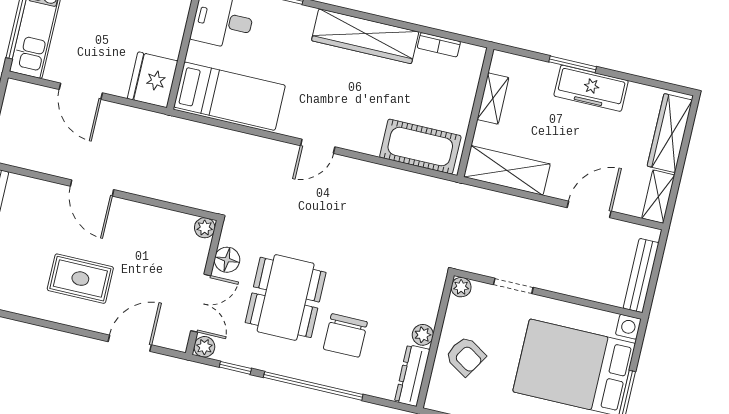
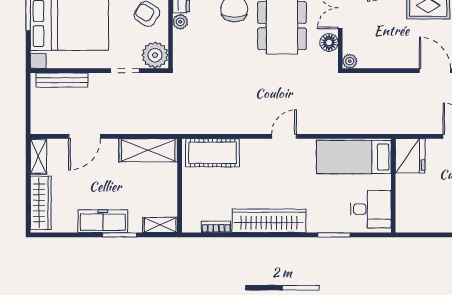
shelving: (493, 98) -> (160, 225), moved, turned 90
bench: (641, 275) -> (62, 80), moved, turned 90
plant: (461, 287) -> (155, 55), width x1.88, depth x1.88

